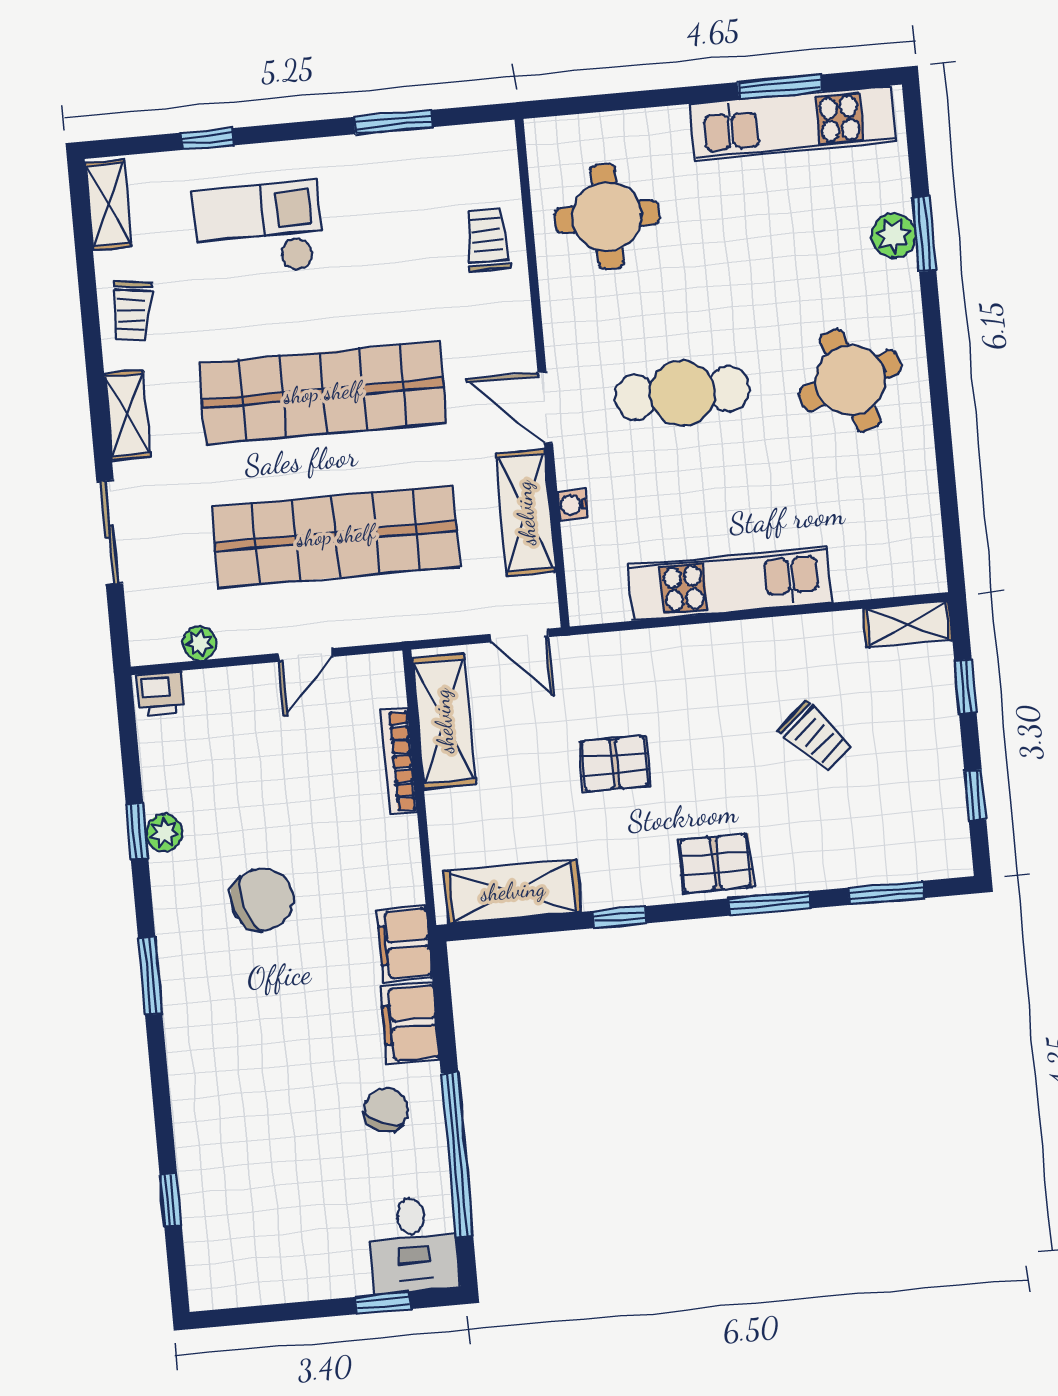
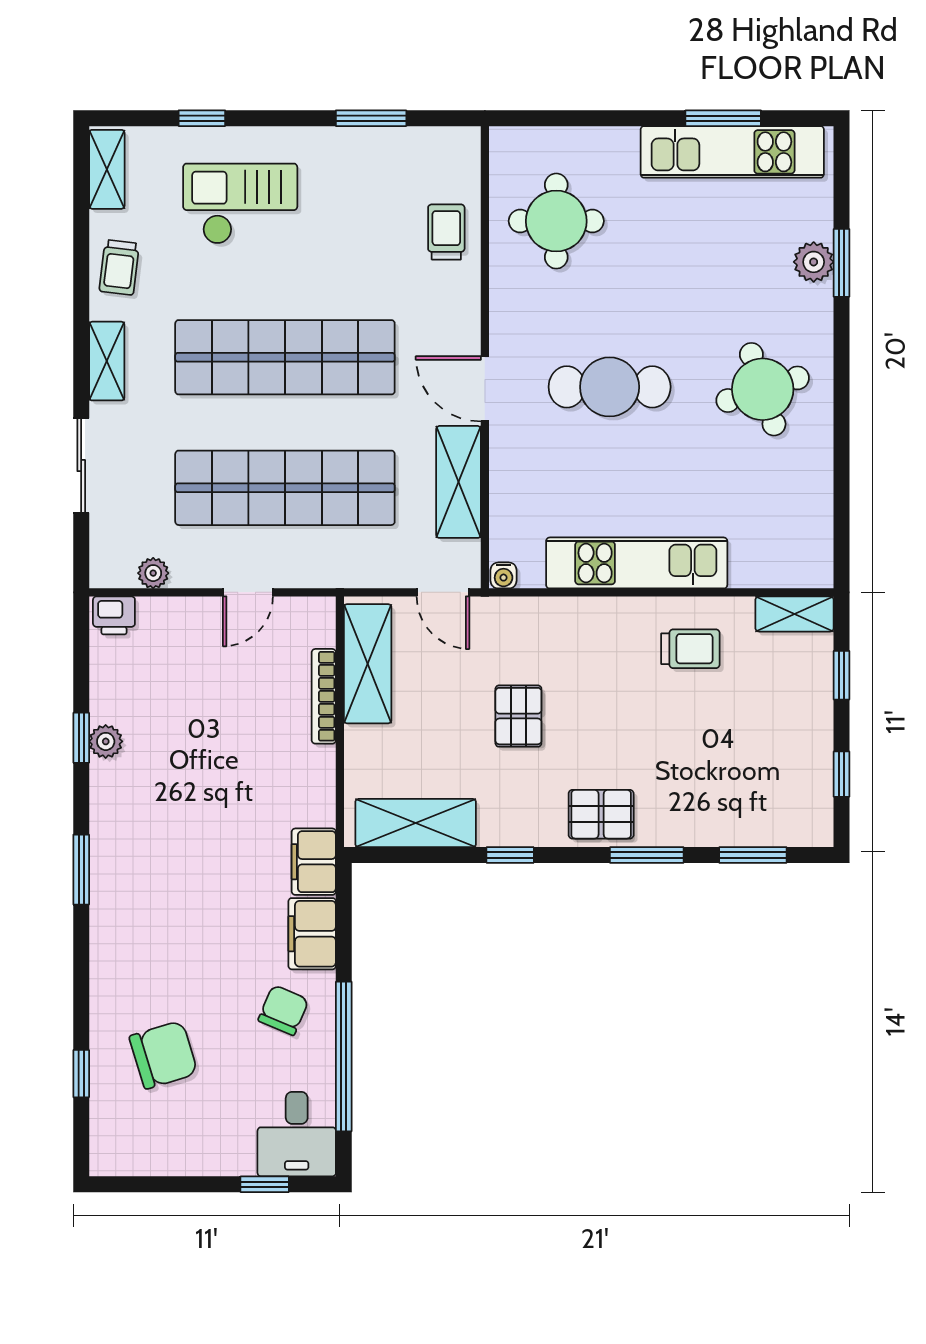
water cooler: (573, 505) -> (504, 575), moved, turned -90
trolley: (815, 737) -> (690, 649), moved, turned -48
pallet: (615, 764) -> (518, 716), turned 90
chair: (263, 899) -> (163, 1055), moved

